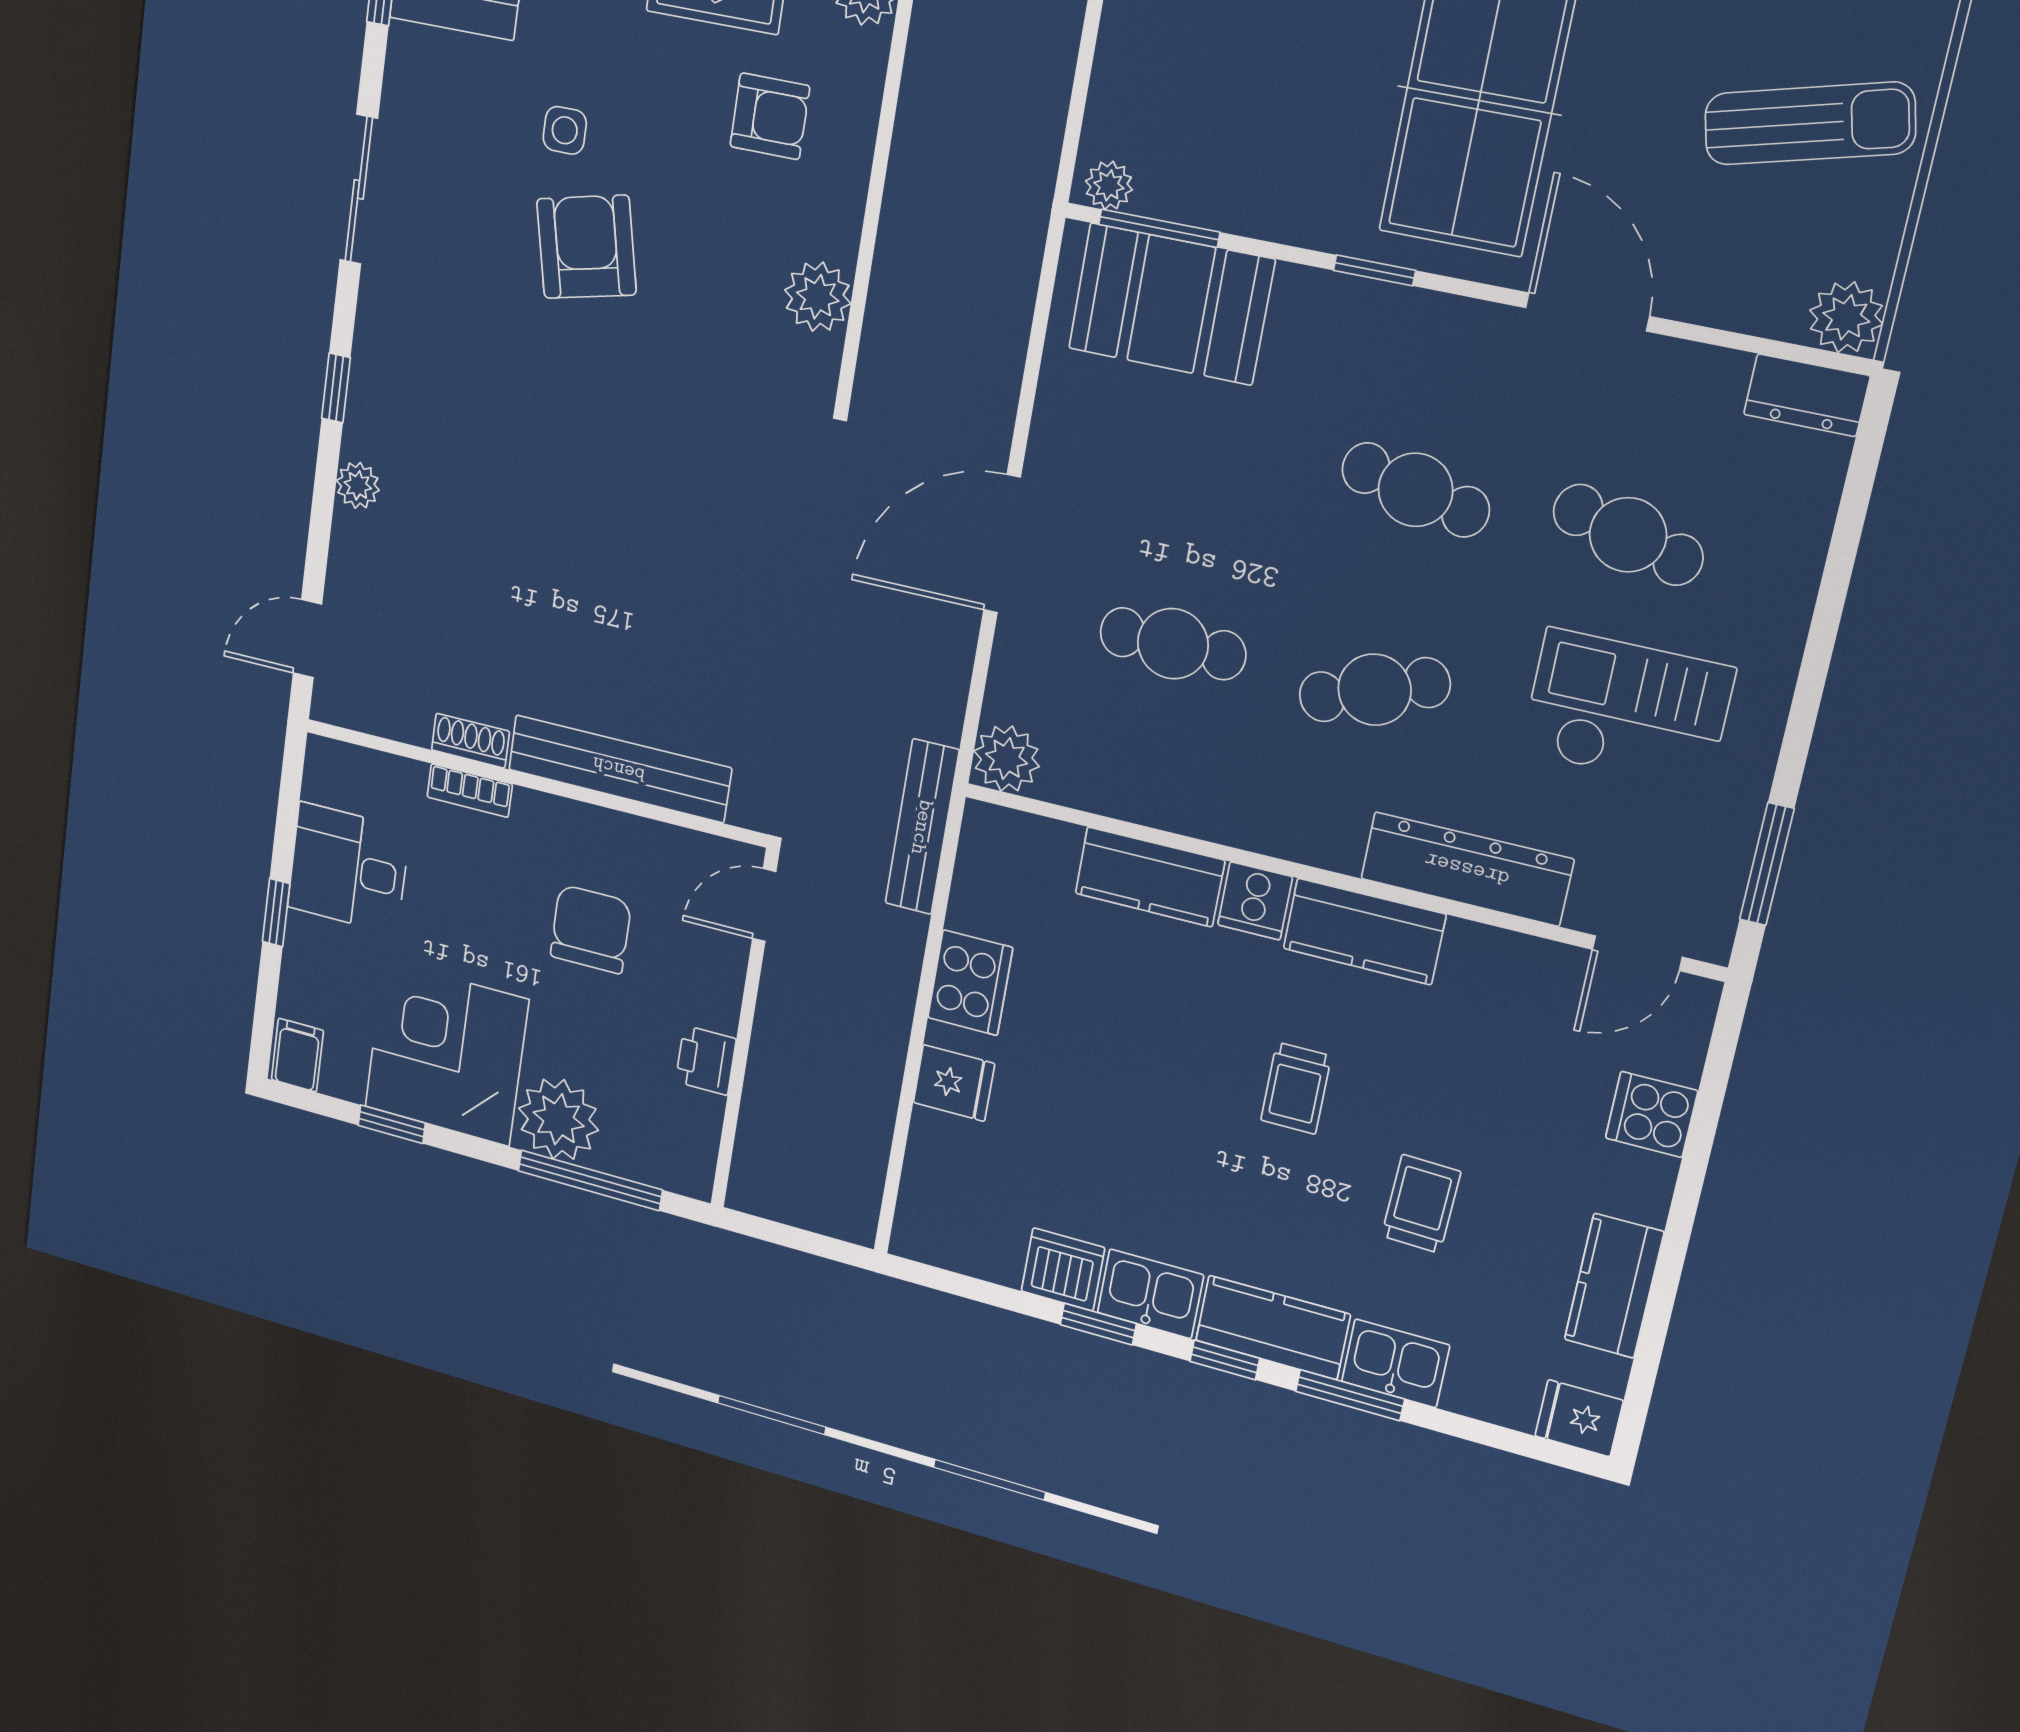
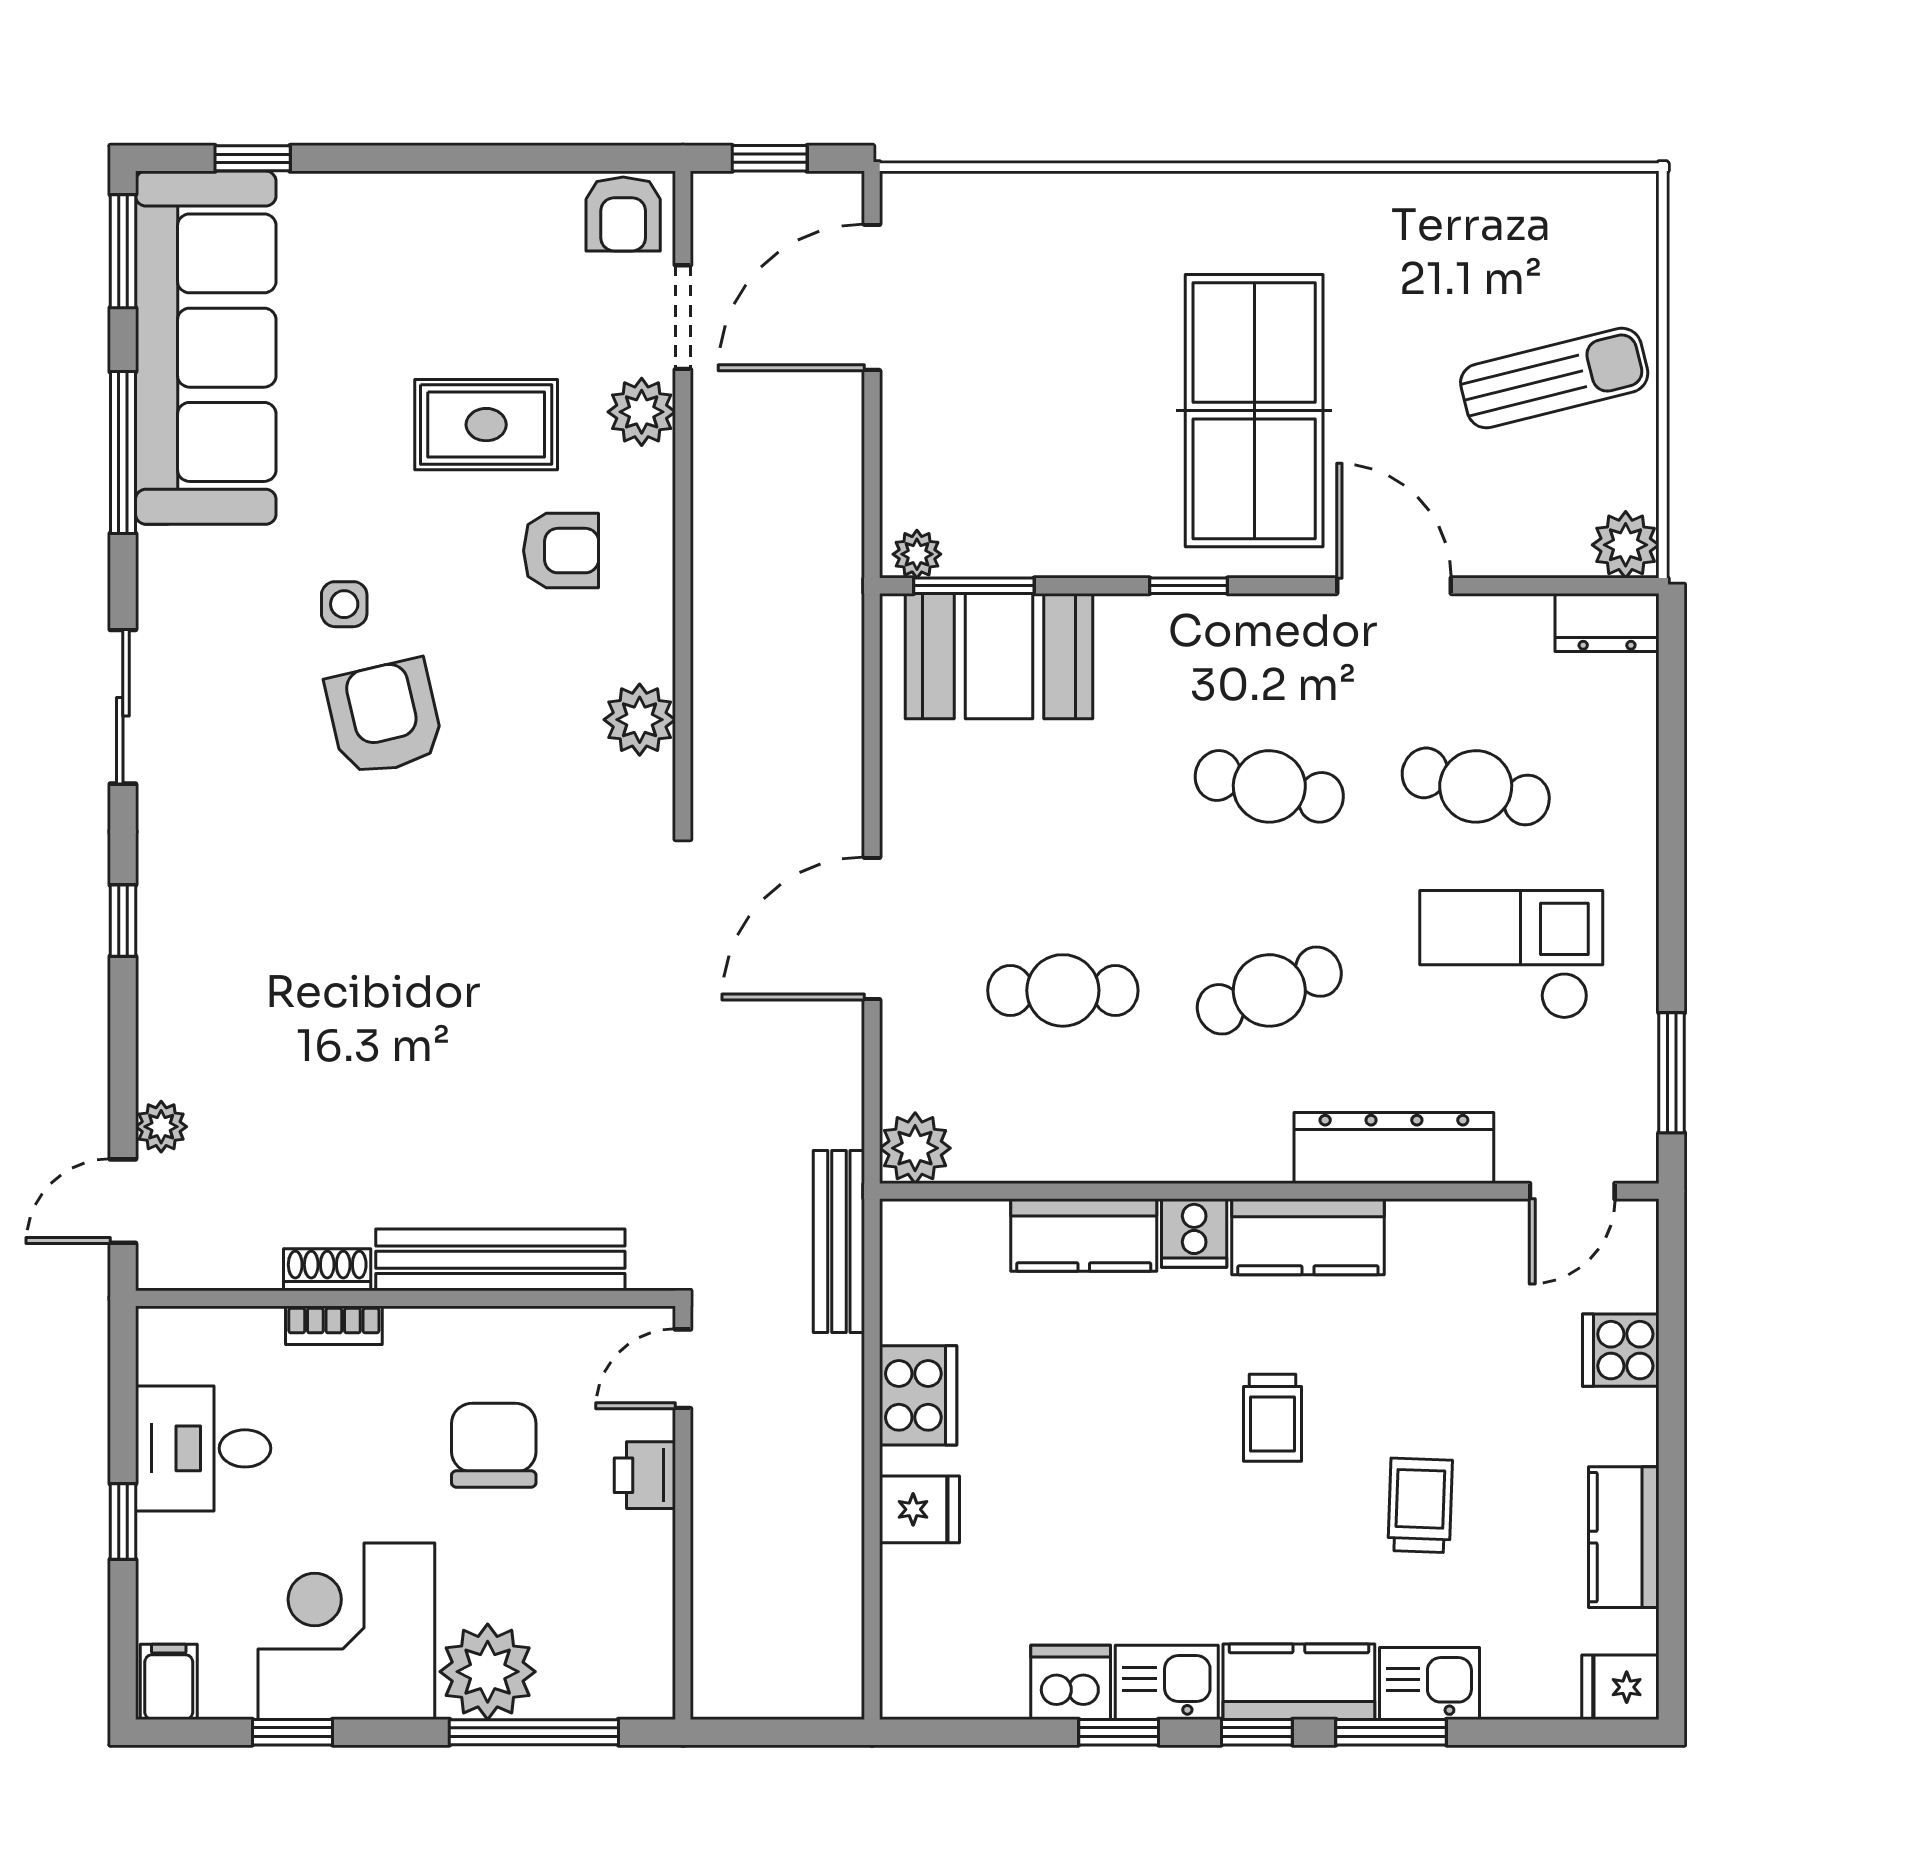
plant: (358, 485) -> (161, 1127), moved
printer: (706, 1060) -> (645, 1475), moved

